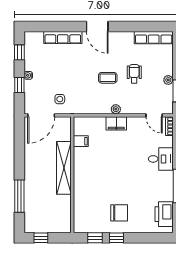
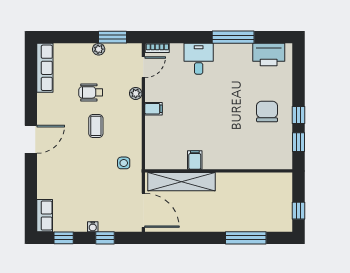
row of seats: (63, 37) -> (45, 216), moved, width x0.68
side table: (60, 99) -> (124, 163), moved
plant: (116, 109) -> (136, 93), moved
filing cabinet: (116, 123) -> (153, 109), width x0.50
filing cabinet: (81, 141) -> (195, 160), moved
shelving: (64, 168) -> (181, 182), moved

